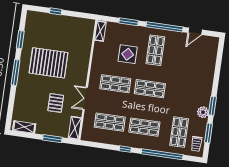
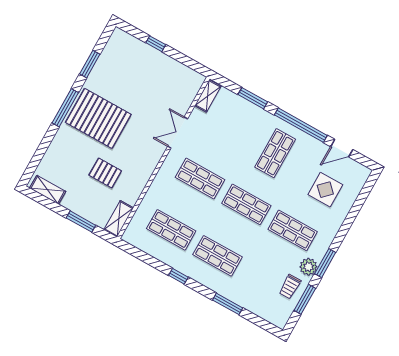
display table: (128, 54) -> (325, 190), moved
pallet: (49, 63) -> (98, 118), moved
double door: (85, 98) -> (178, 133), moved
pallet: (56, 103) -> (105, 173), turned 90
shop shelf: (179, 132) -> (293, 230), moved, turned 90
trolley: (196, 144) -> (290, 287), moved
window: (162, 154) -> (228, 304), width x0.47

